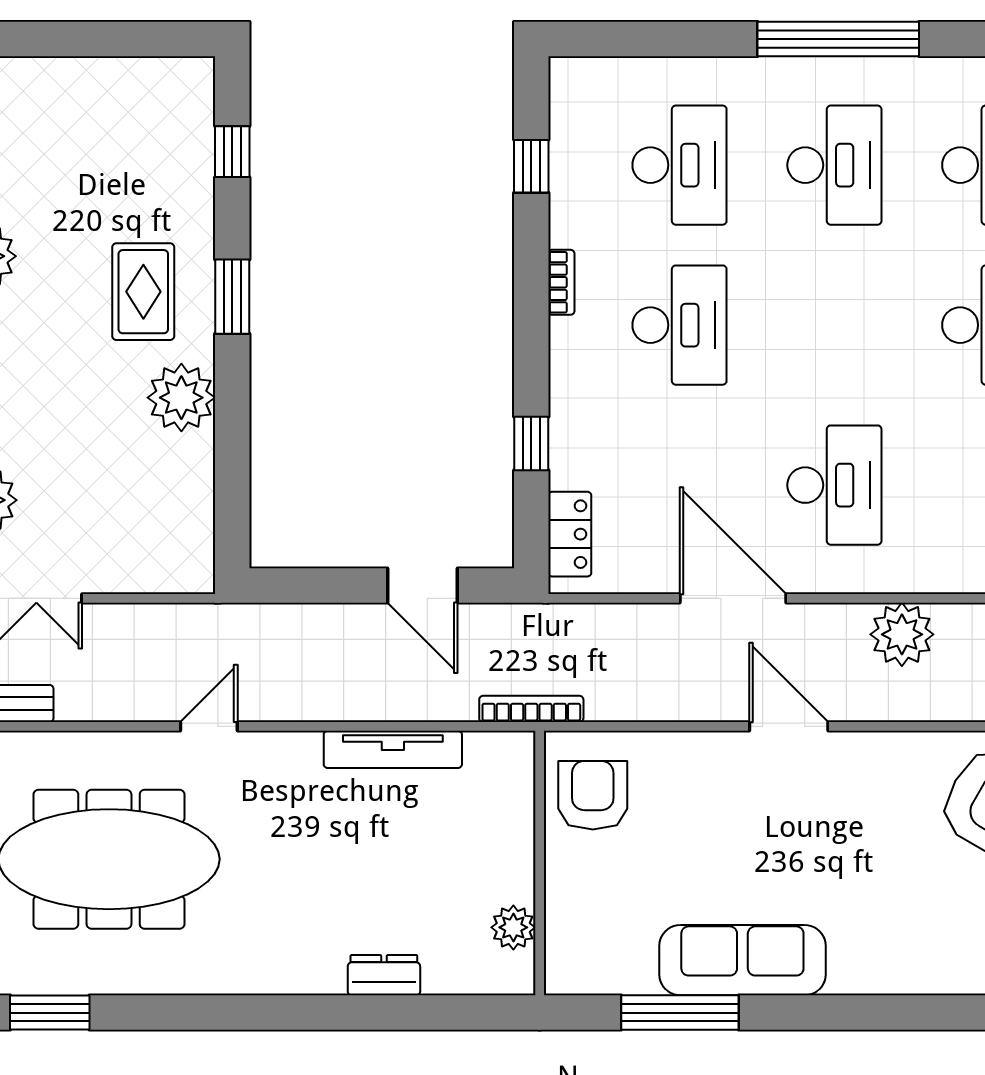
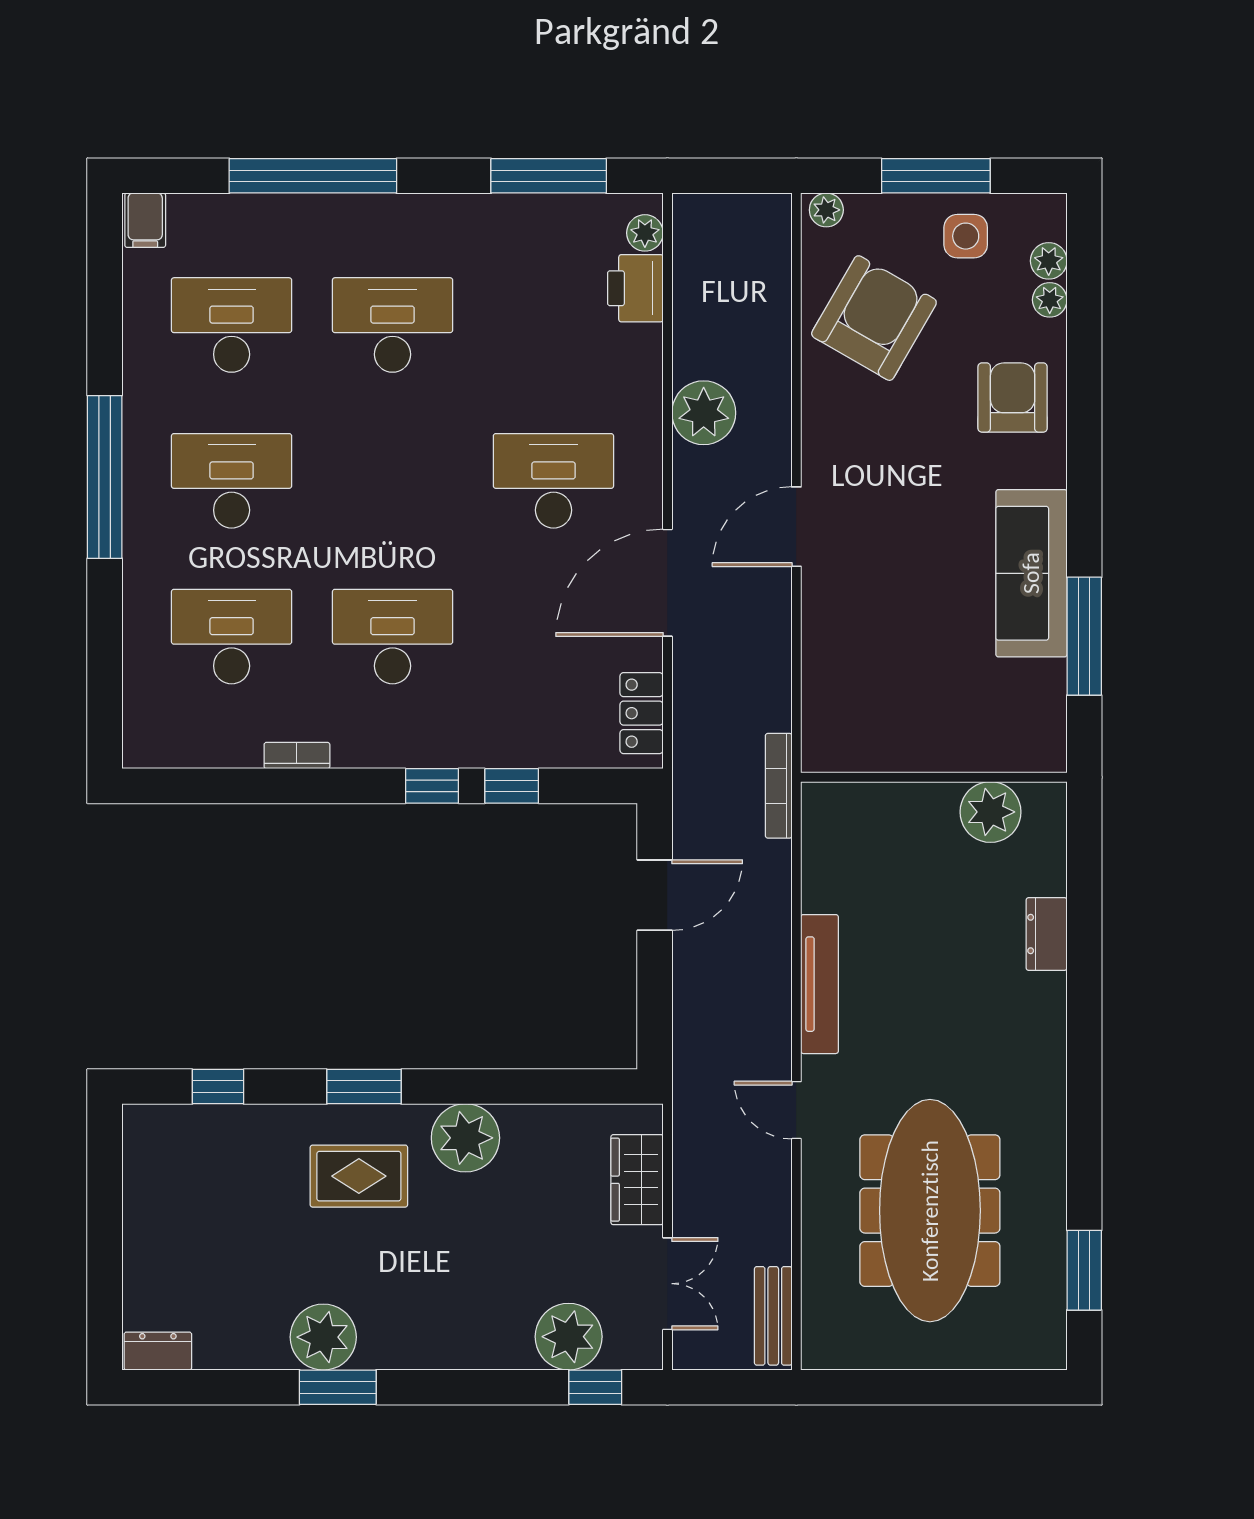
window: (531, 166) -> (432, 786), moved
bookcase: (561, 282) -> (297, 755), moved
locker: (570, 534) -> (642, 713), moved, turned -90
wardrobe: (140, 568) -> (637, 1180), added
tv unit: (393, 749) -> (819, 984), moved
armchair: (593, 795) -> (1013, 398), moved, turned 90
plant: (513, 927) -> (990, 812), width x1.36, depth x1.36

